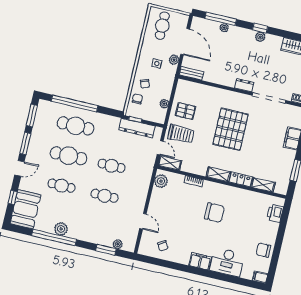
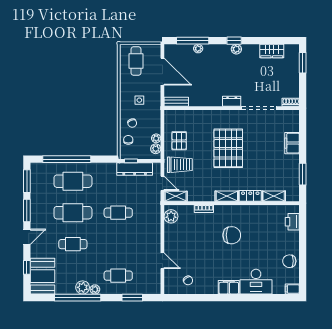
plant: (174, 60) -> (156, 149), moved
pallet: (186, 111) -> (179, 141), turned 90
cafe table: (105, 196) -> (118, 276), moved
plant: (118, 244) -> (95, 289), moved

